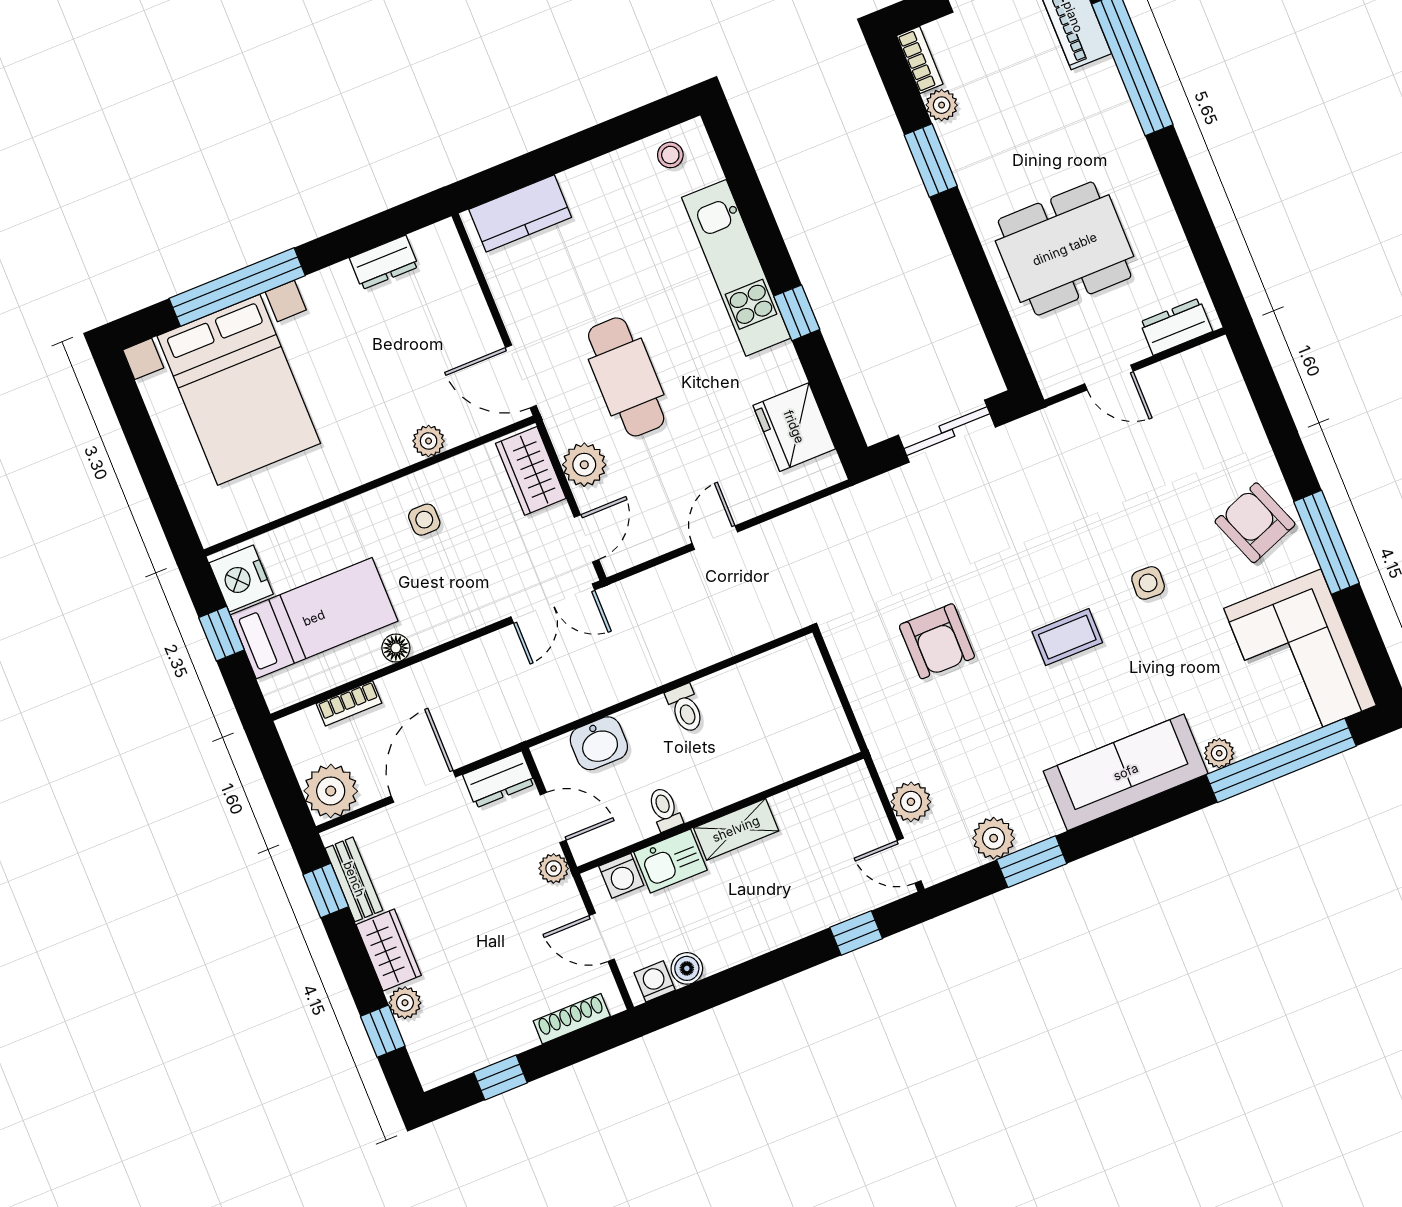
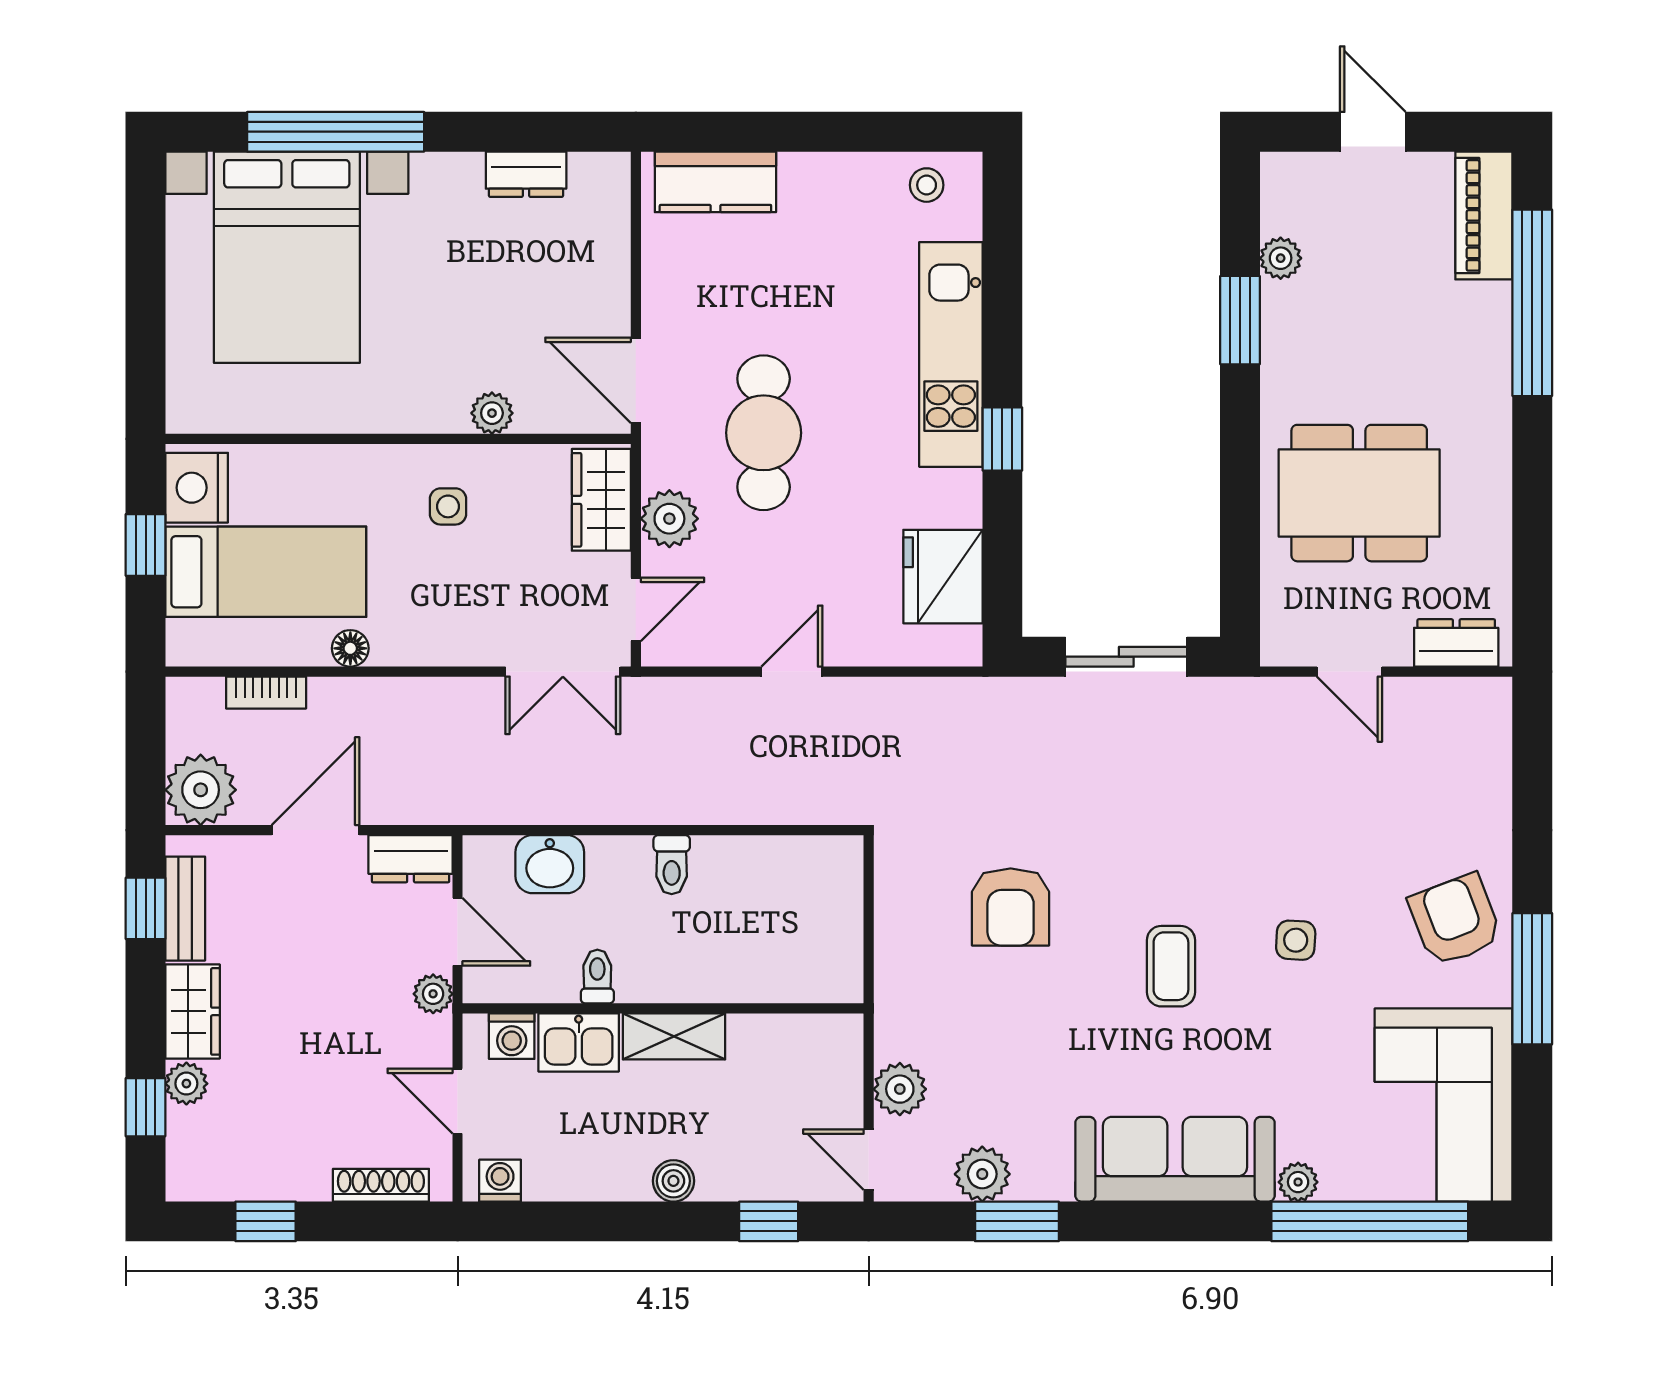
bookcase: (920, 60) -> (1276, 193), removed
coffee table: (1067, 637) -> (1171, 966), turned 90
boiler: (687, 968) -> (673, 1181), moved

